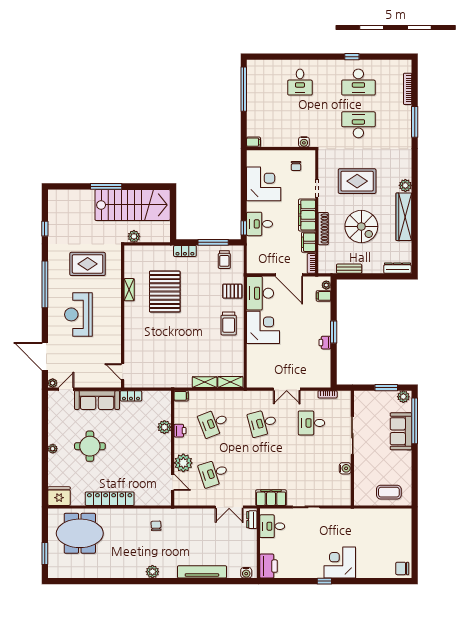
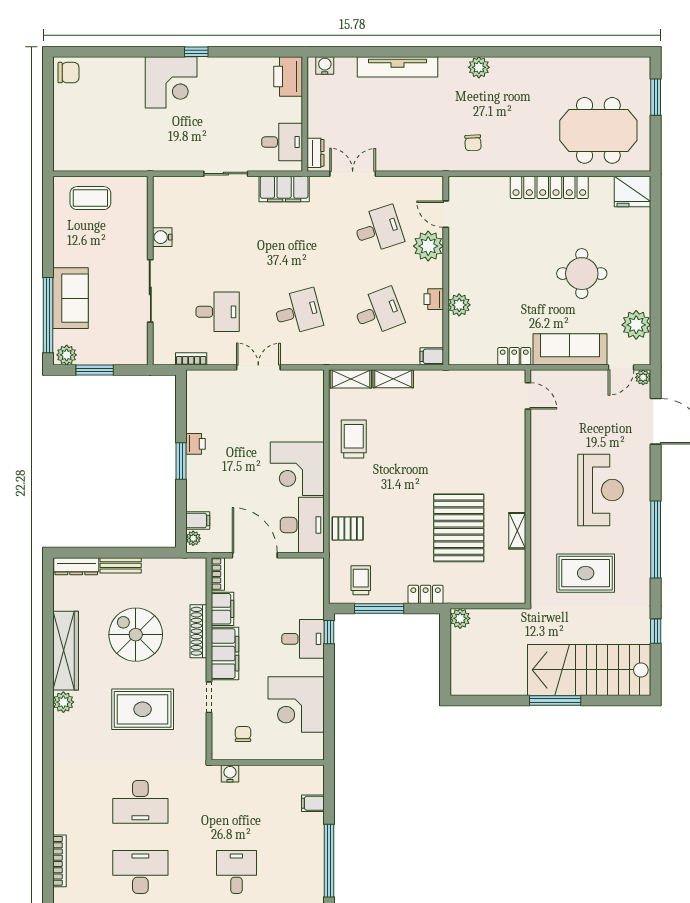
window: (415, 122) -> (48, 807), removed
filing cabinet: (254, 142) -> (313, 803), moved
stairs: (133, 205) -> (589, 670), moved
plant: (134, 236) -> (460, 618), moved
bench: (349, 269) -> (121, 565), moved
trolley: (229, 323) -> (354, 439), moved
plant: (53, 449) -> (636, 325), moved, width x1.87, depth x1.87

